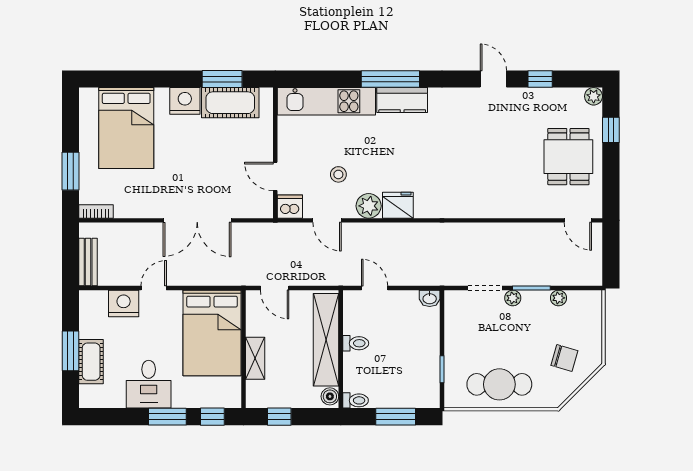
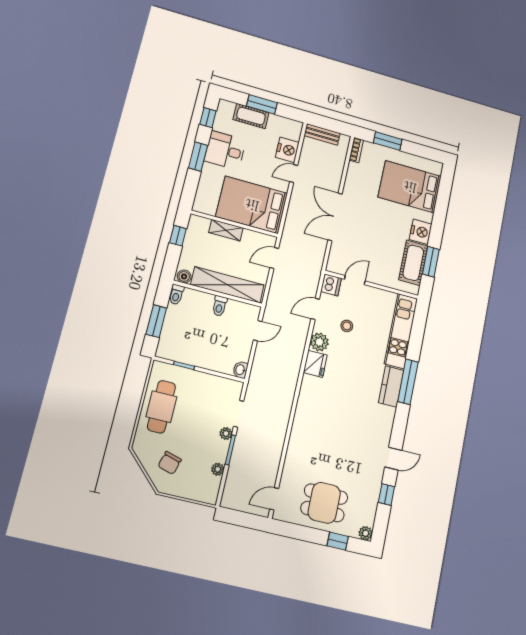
door: (154, 288) -> (294, 174), swing flipped
window: (212, 417) -> (208, 118), moved

